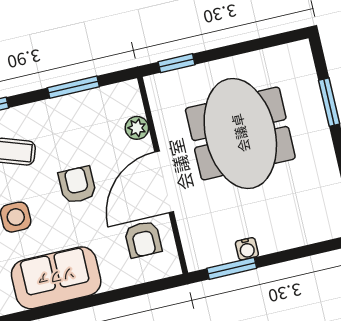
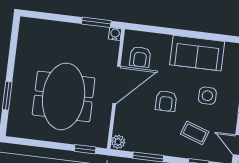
plant: (137, 128) -> (118, 142), moved
armchair: (143, 239) -> (140, 57), turned 180
water cooler: (247, 249) -> (115, 34), moved

